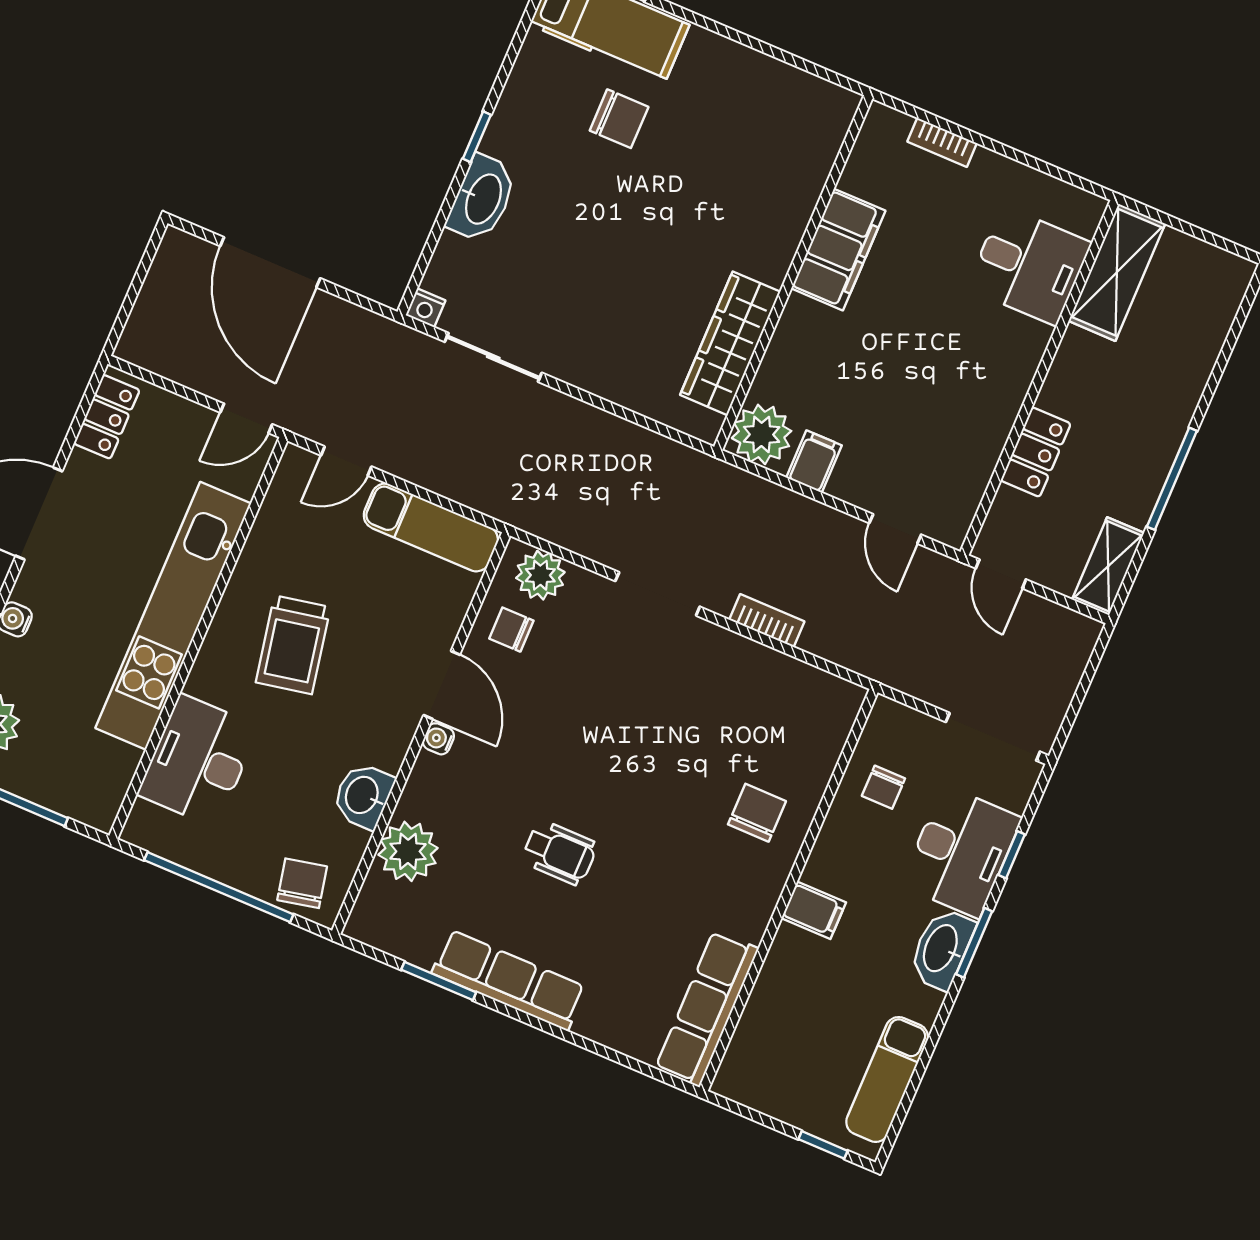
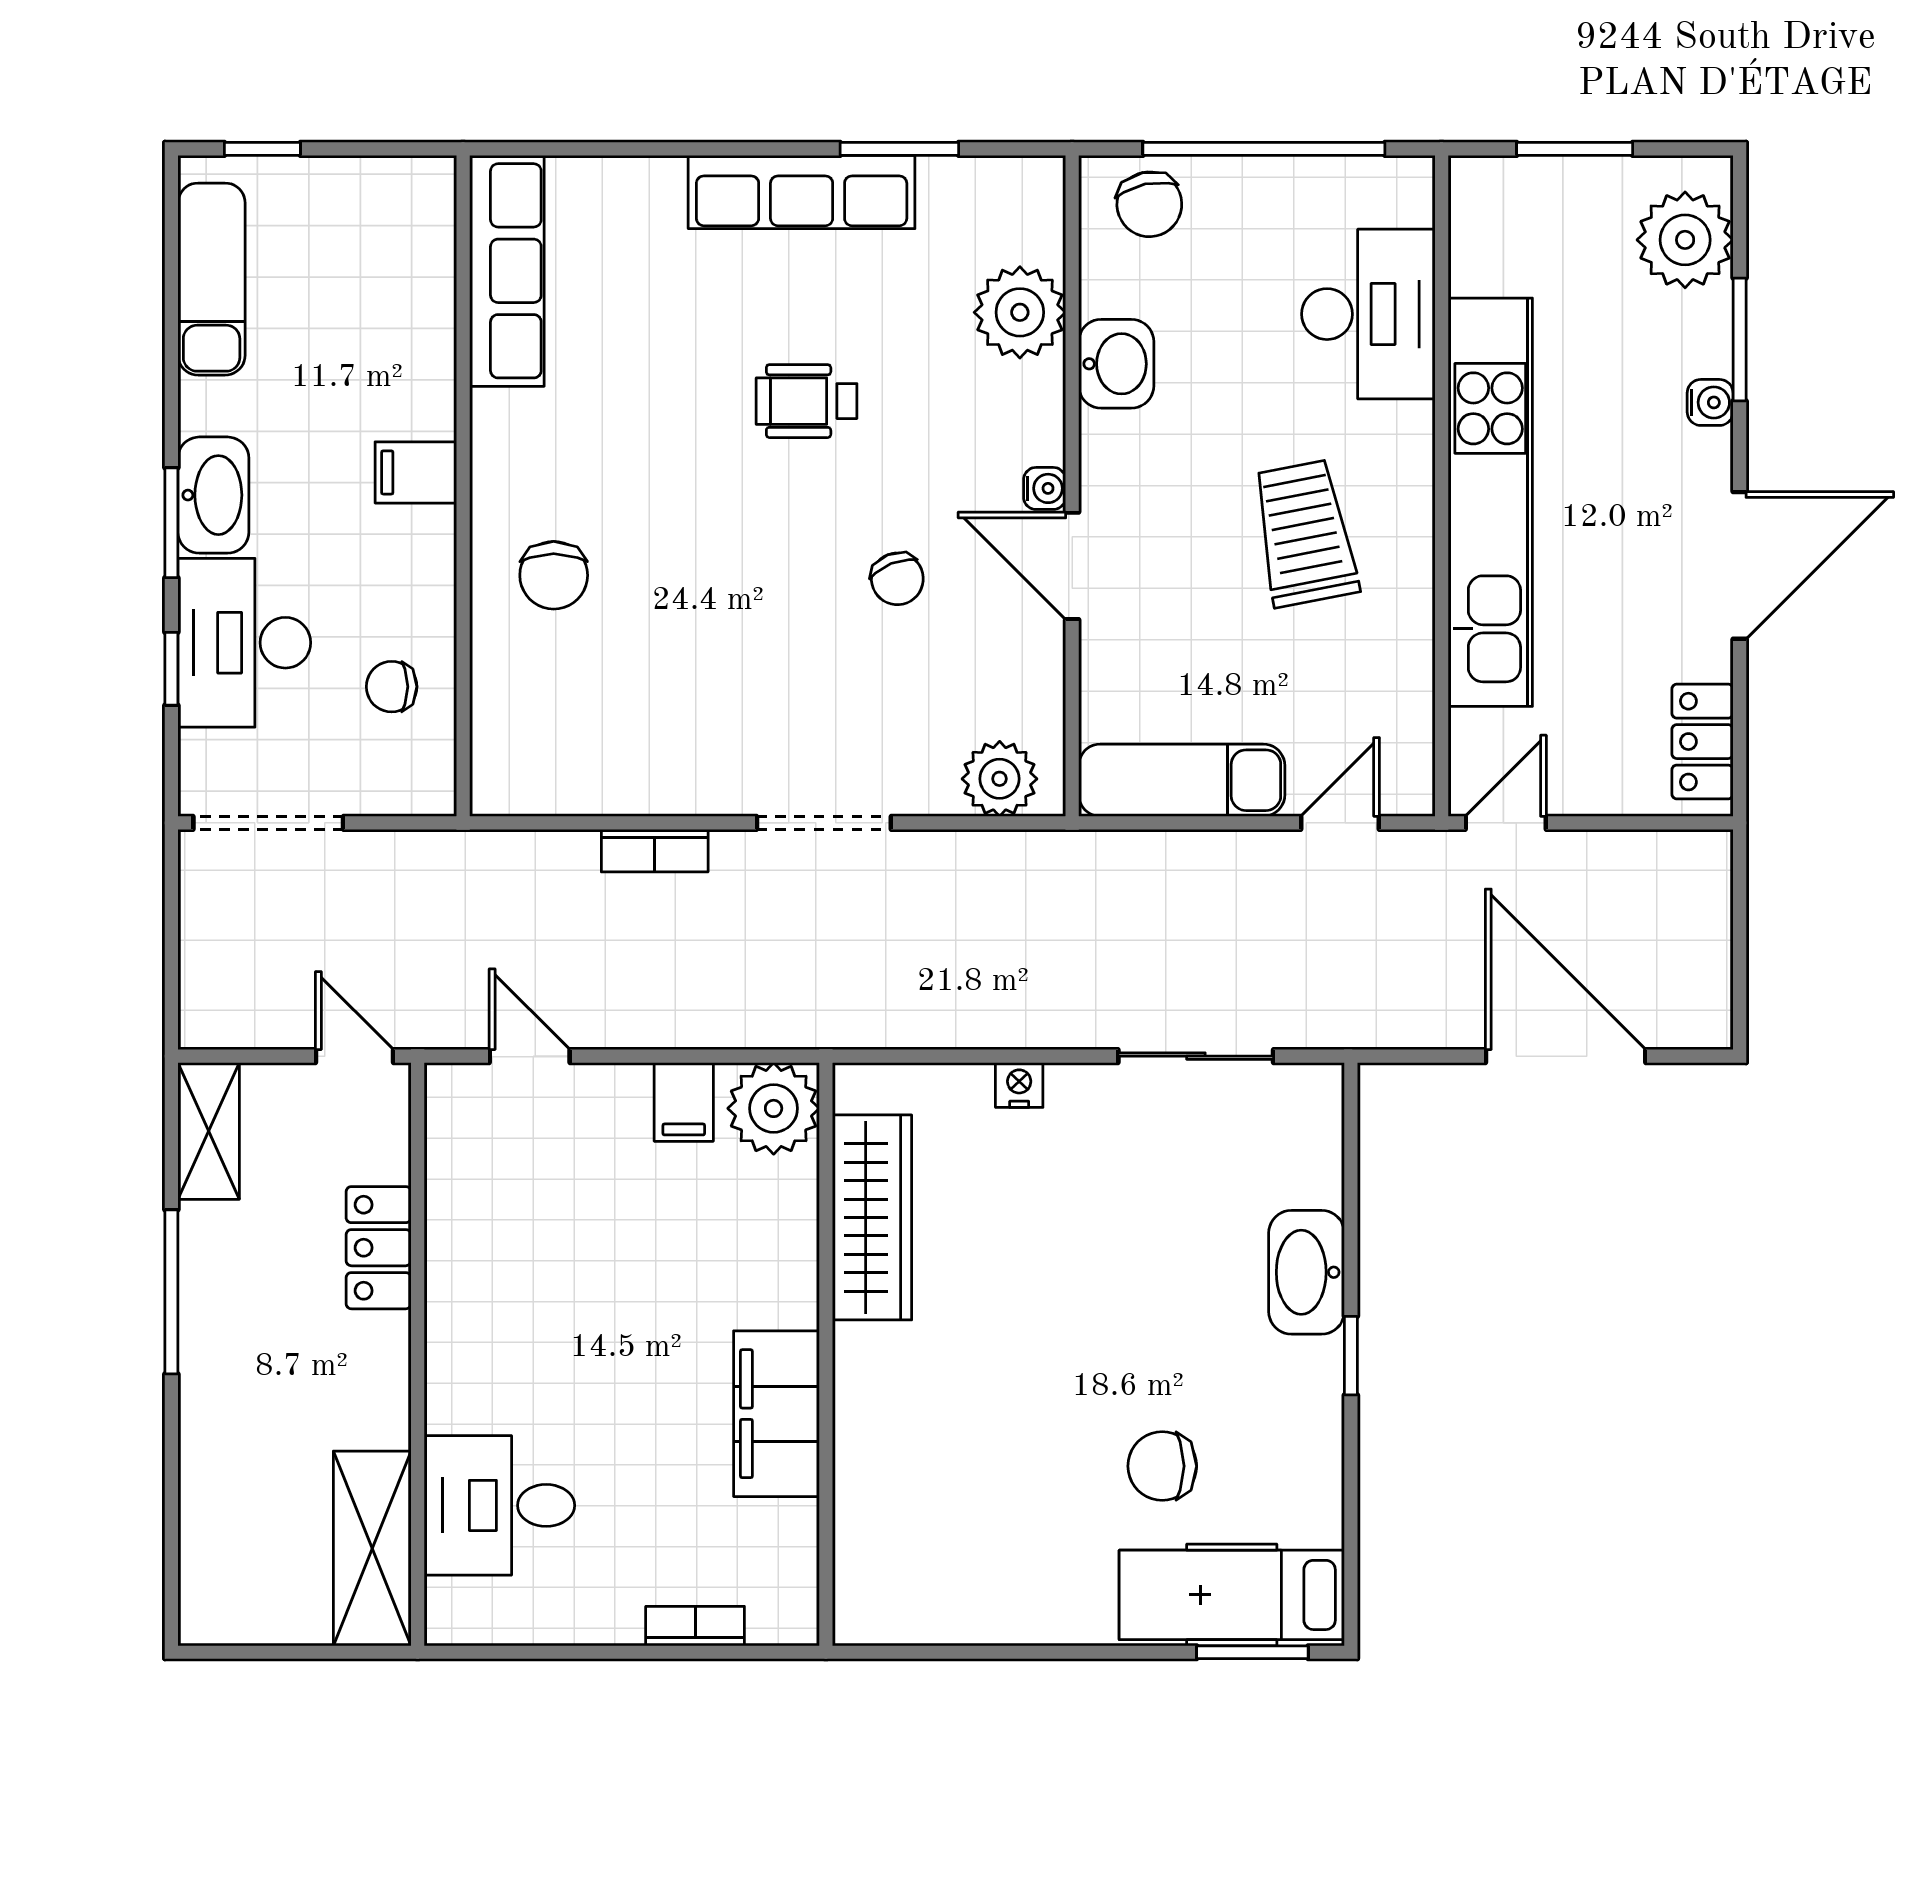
nightstand: (425, 308) -> (1019, 1085), moved
chair: (511, 630) -> (897, 579), moved, turned 68
chair: (883, 787) -> (392, 687), turned -90

